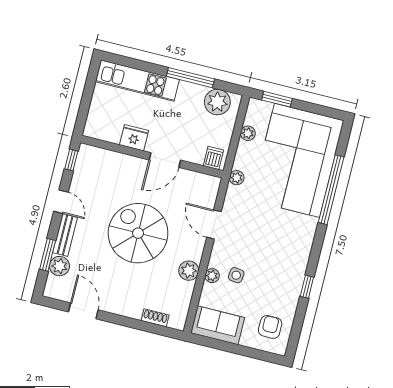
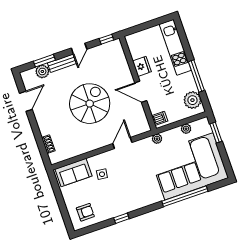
plant: (189, 271) -> (87, 146), removed
plant: (212, 276) -> (93, 161), removed
sofa: (218, 325) -> (74, 172), moved, turned 90

